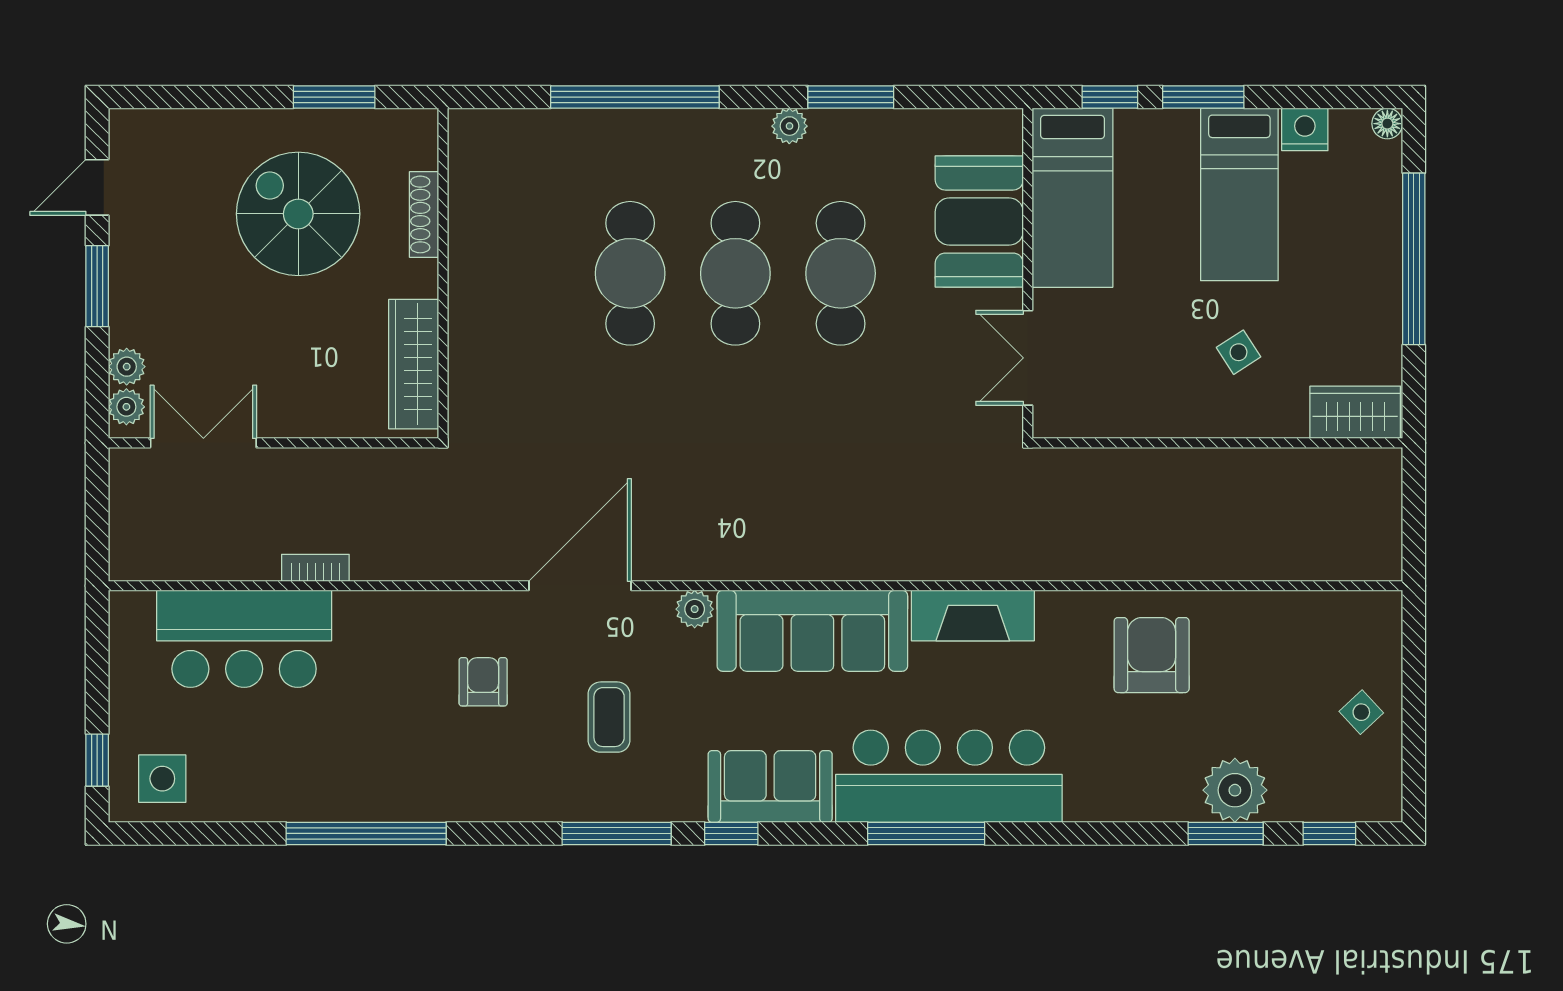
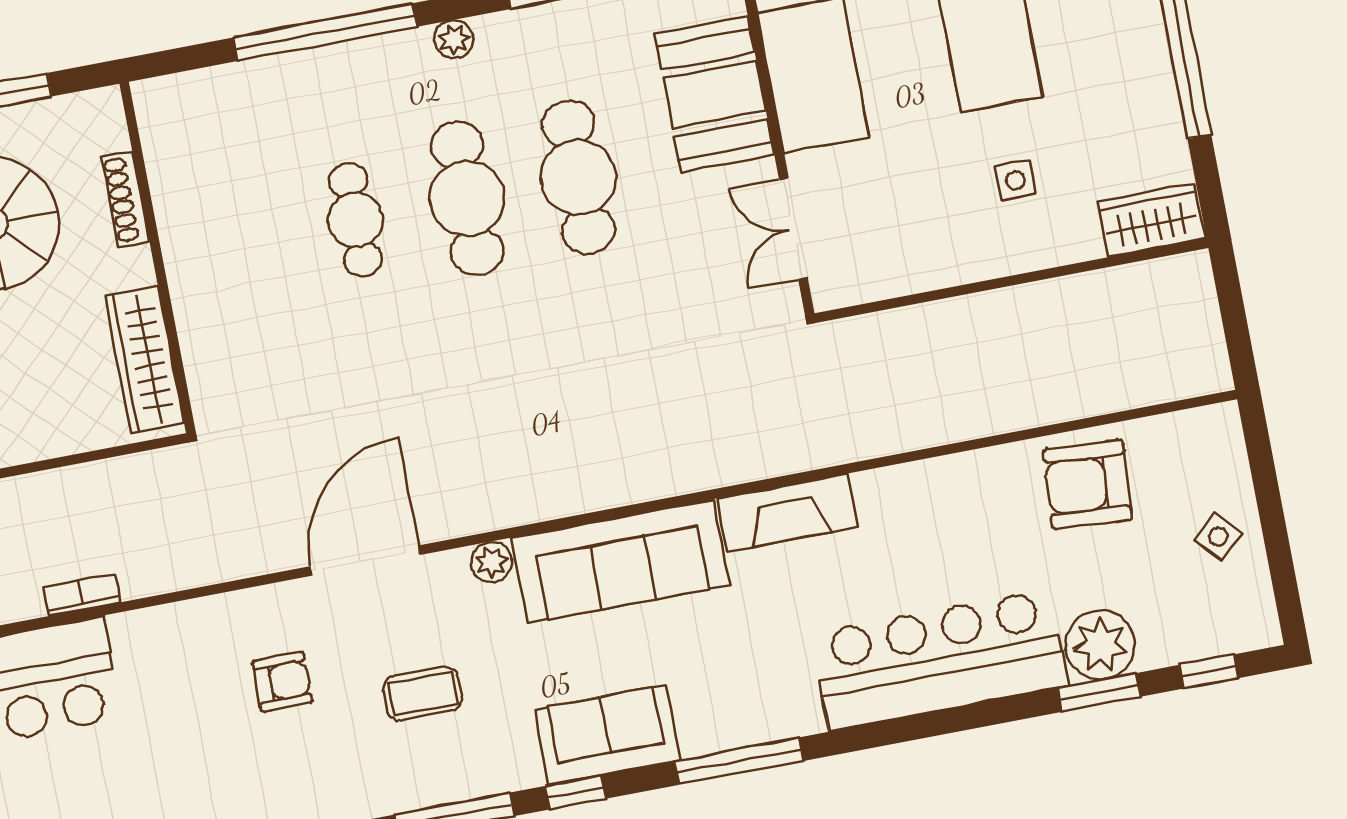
plant: (789, 126) -> (454, 39), moved
cafe table: (630, 273) -> (355, 220), width x0.73, depth x0.74
side table: (1239, 352) -> (1015, 180), turned 33
armchair: (1152, 655) -> (1088, 484), moved, turned -86
armchair: (483, 682) -> (282, 682), turned 90
coffee table: (609, 717) -> (423, 694), turned 90
bar counter: (949, 776) -> (940, 660), moved
window: (926, 833) -> (739, 761), moved

